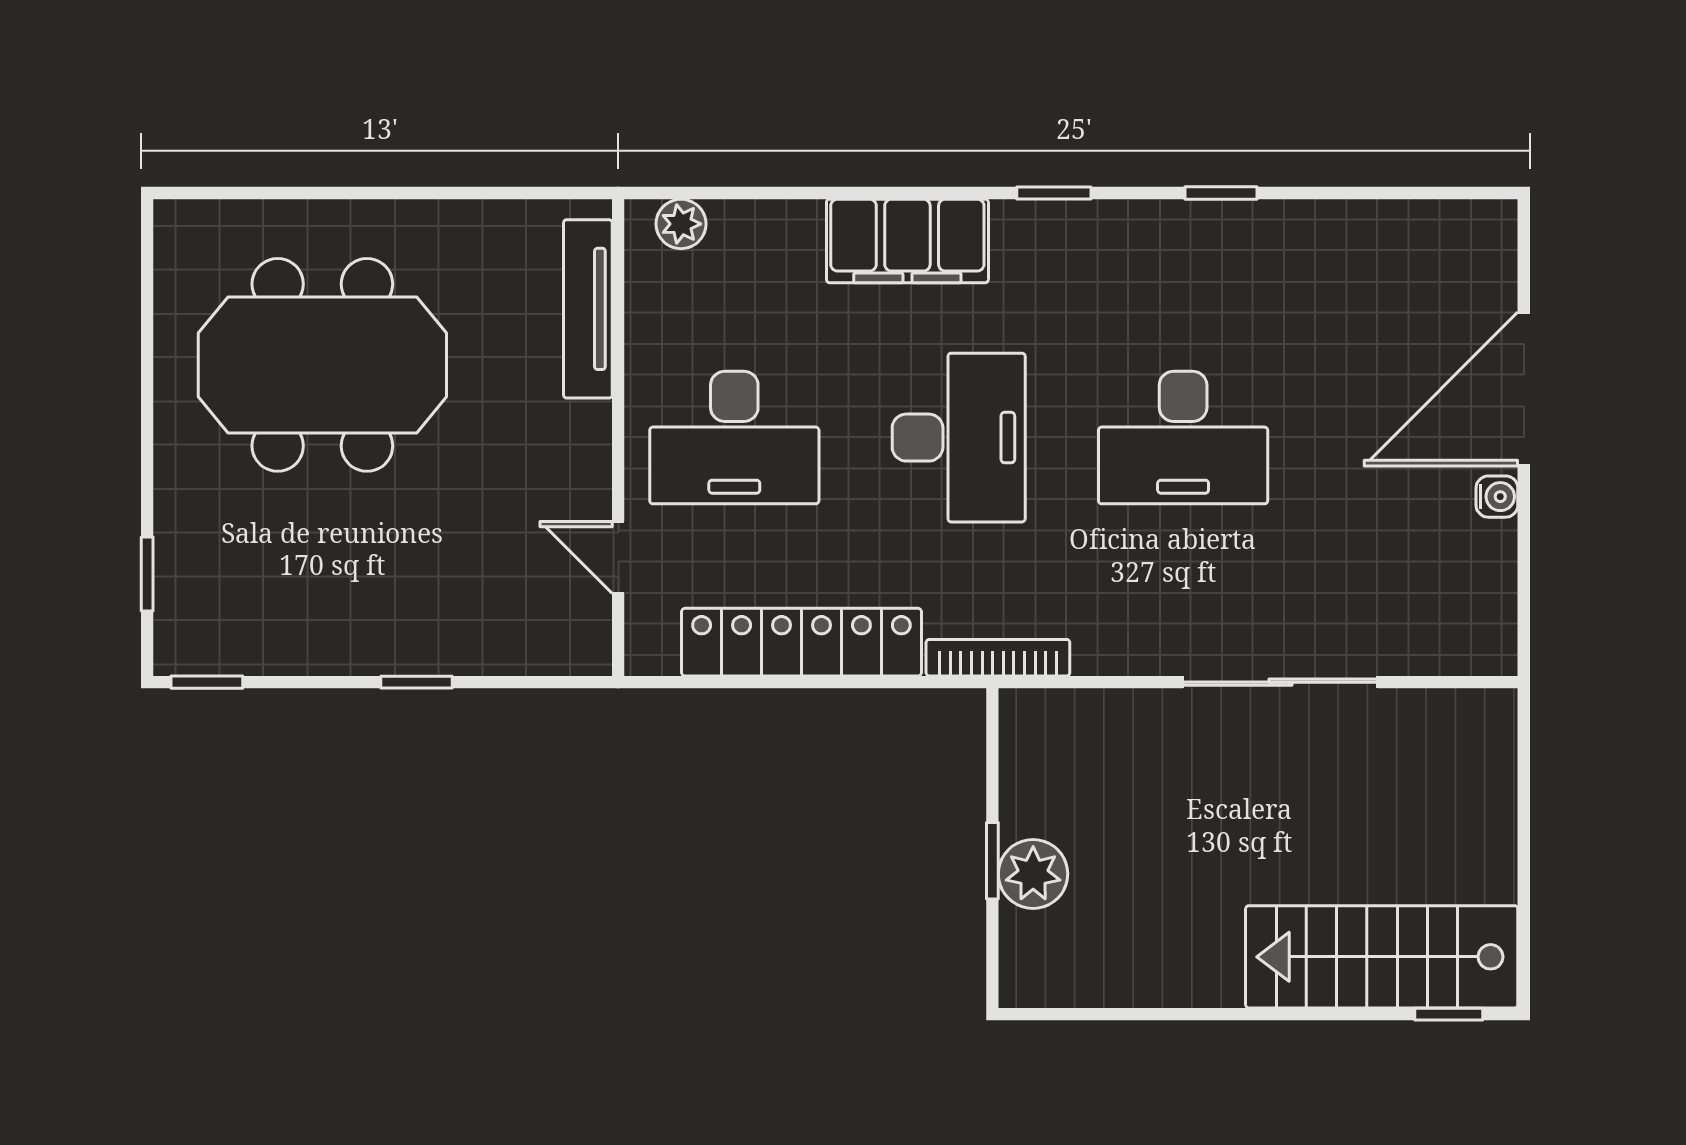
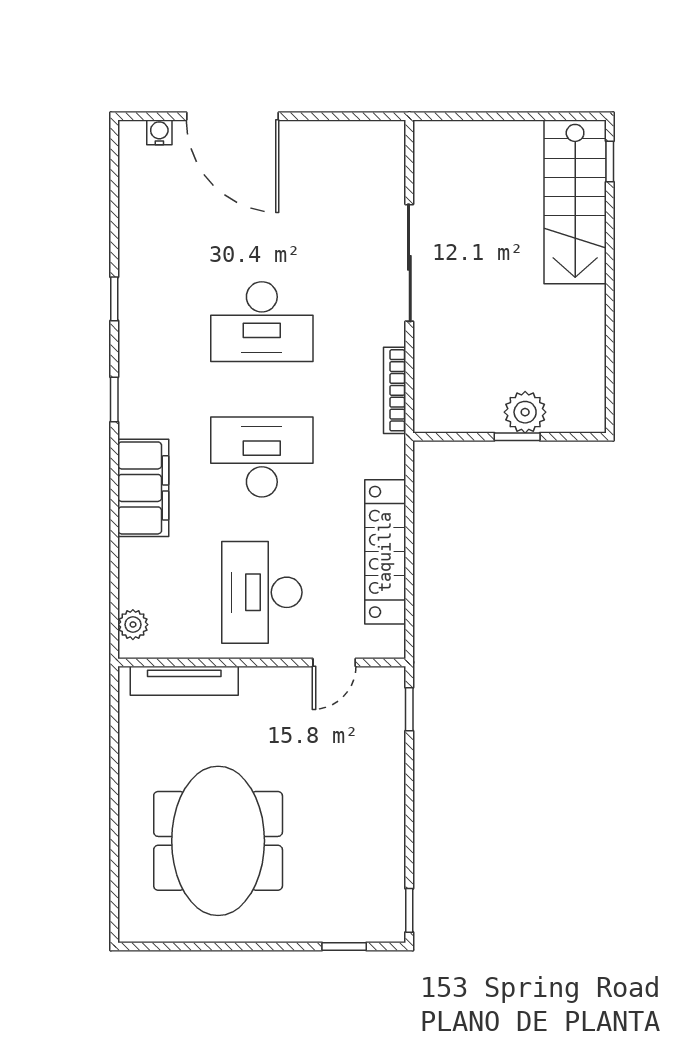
desk: (734, 438) -> (262, 592), turned 180
desk: (1183, 438) -> (262, 322), turned 90
water cooler: (1497, 497) -> (159, 132), moved
bookcase: (998, 658) -> (395, 390), moved
window: (416, 682) -> (409, 709), moved

